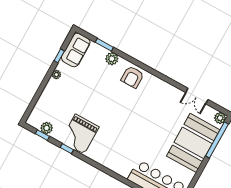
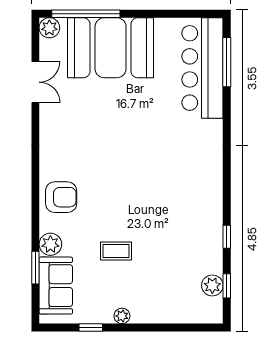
sofa: (76, 50) -> (56, 286), moved, turned 90
coffee table: (90, 90) -> (116, 251), added
grand piano: (80, 134) -> (193, 229), removed

